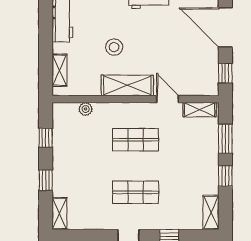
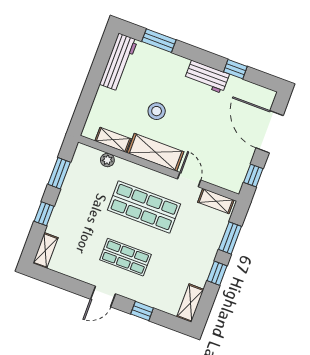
shelving: (60, 70) -> (113, 140), moved, turned 90
window: (46, 138) -> (59, 173), width x1.50
shop shelf: (135, 140) -> (144, 207), width x1.43, depth x1.36

